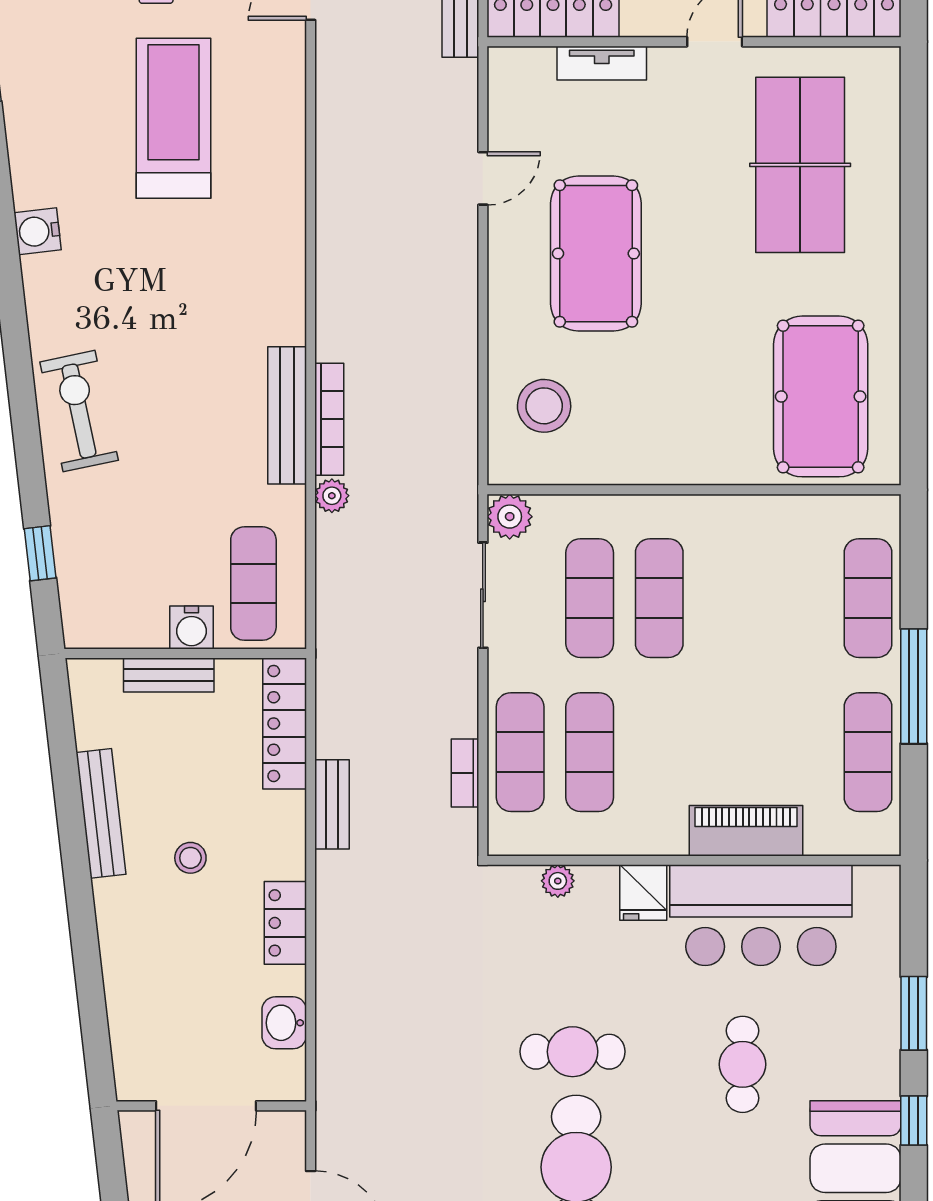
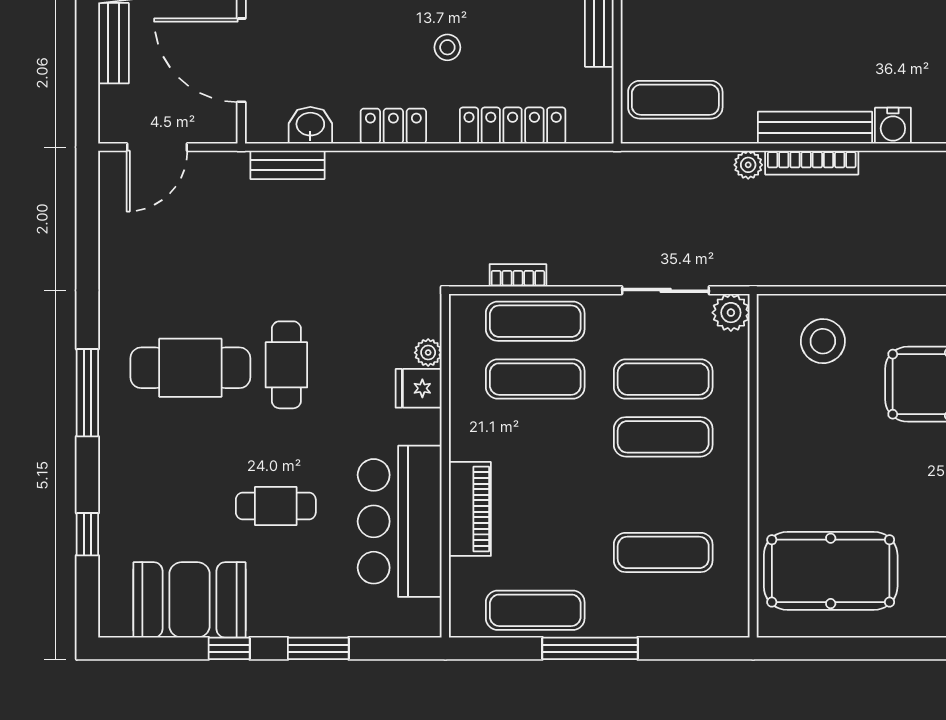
exercise mat: (868, 598) -> (663, 552), moved
water cooler: (192, 628) -> (893, 126), moved, turned -90
locker: (285, 723) -> (513, 126), moved
bench: (332, 804) -> (287, 165), moved
fridge: (643, 892) -> (419, 388), moved

